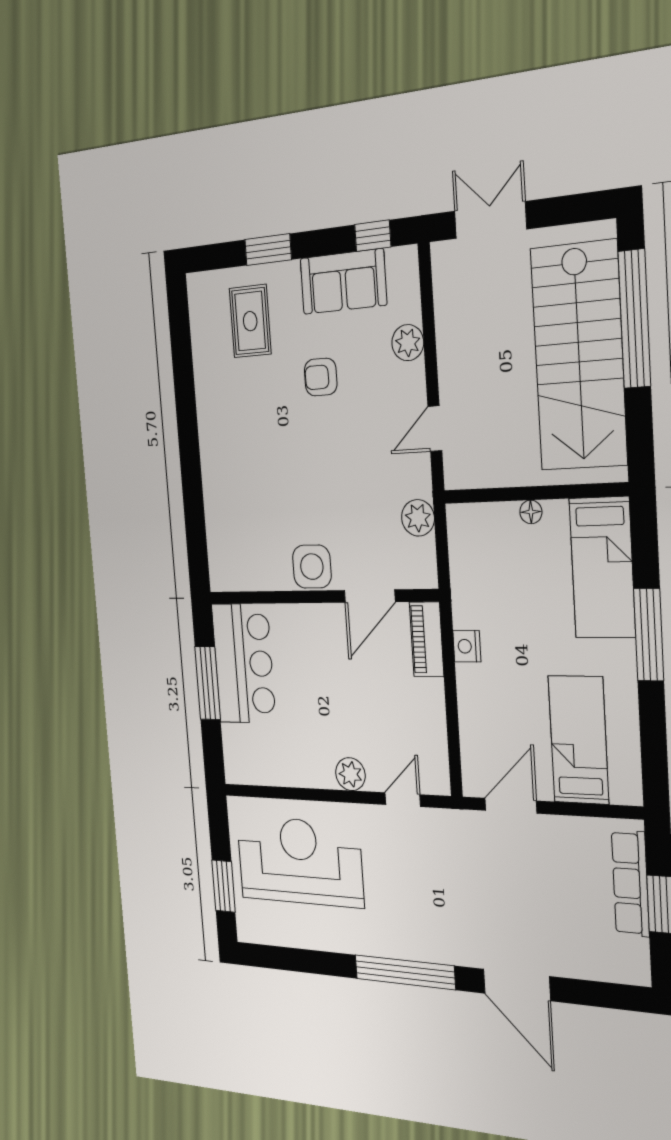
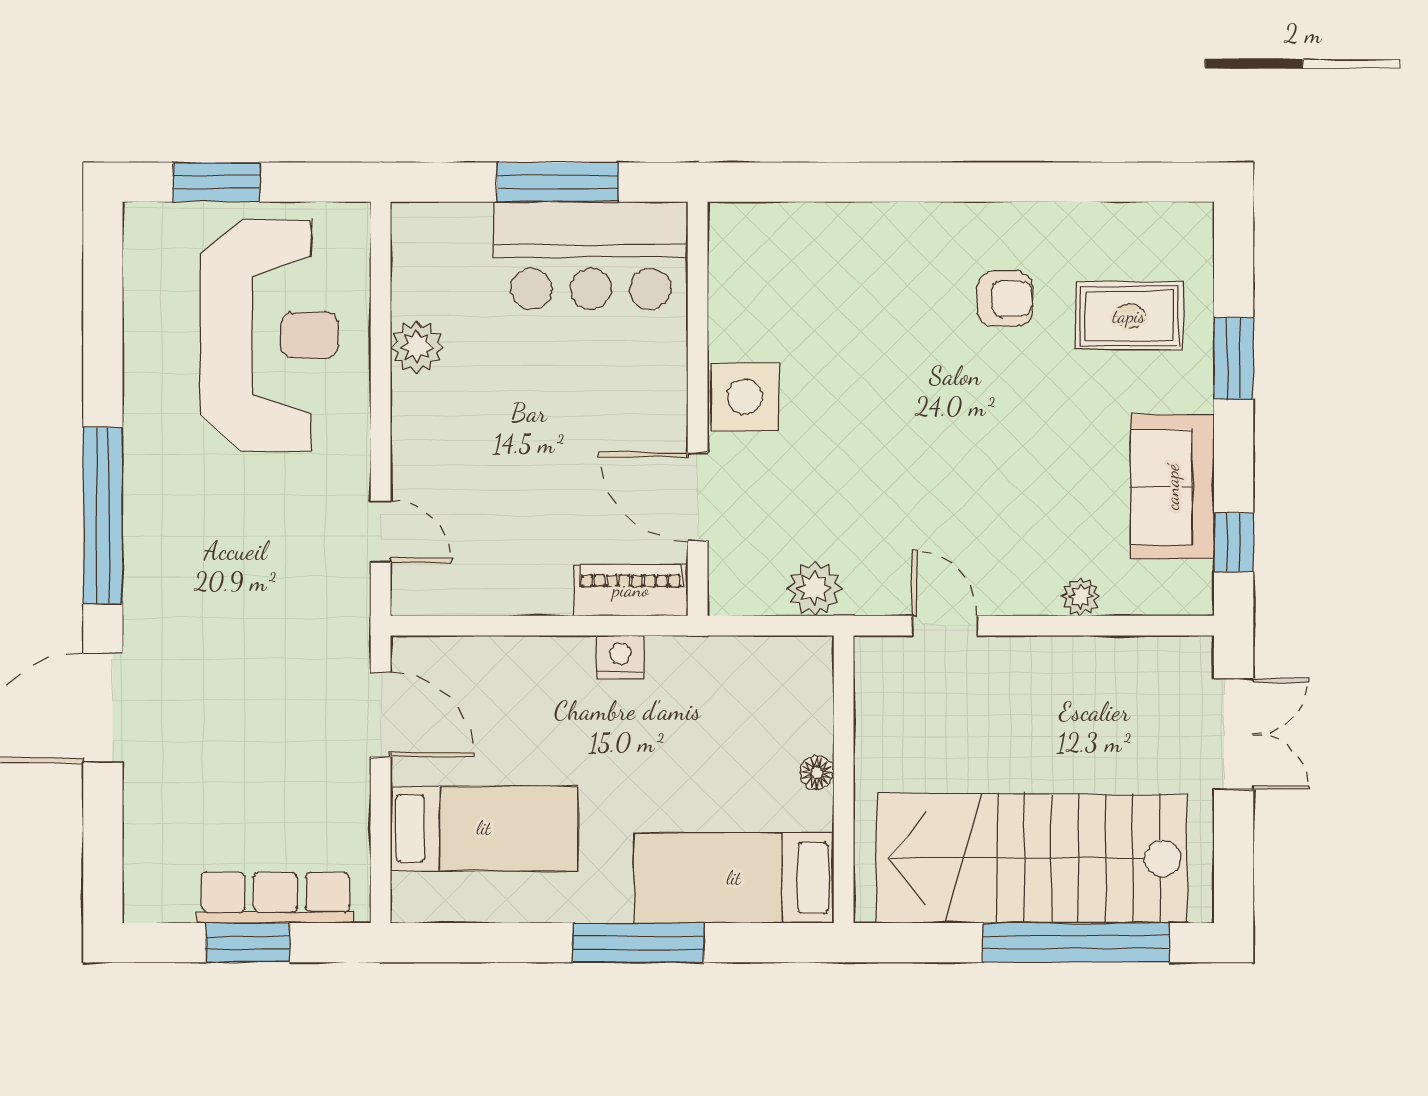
plant: (408, 343) -> (1081, 597), width x0.73, depth x0.73
armchair: (321, 377) -> (1005, 299), moved, turned 90
plant: (350, 774) -> (417, 347), moved

